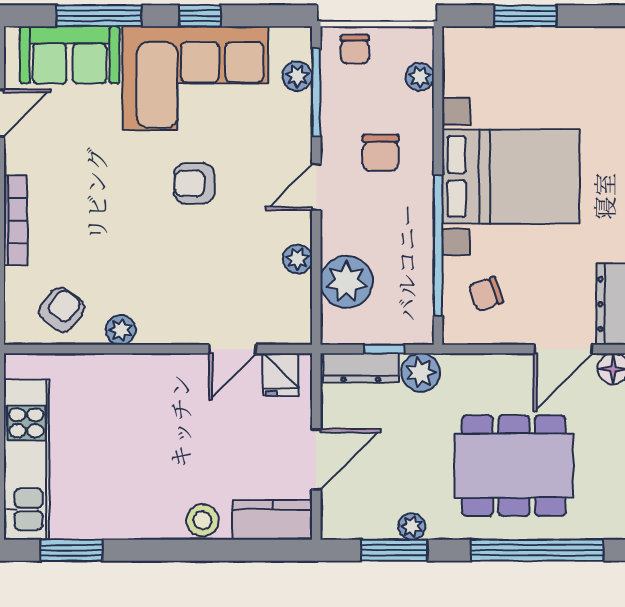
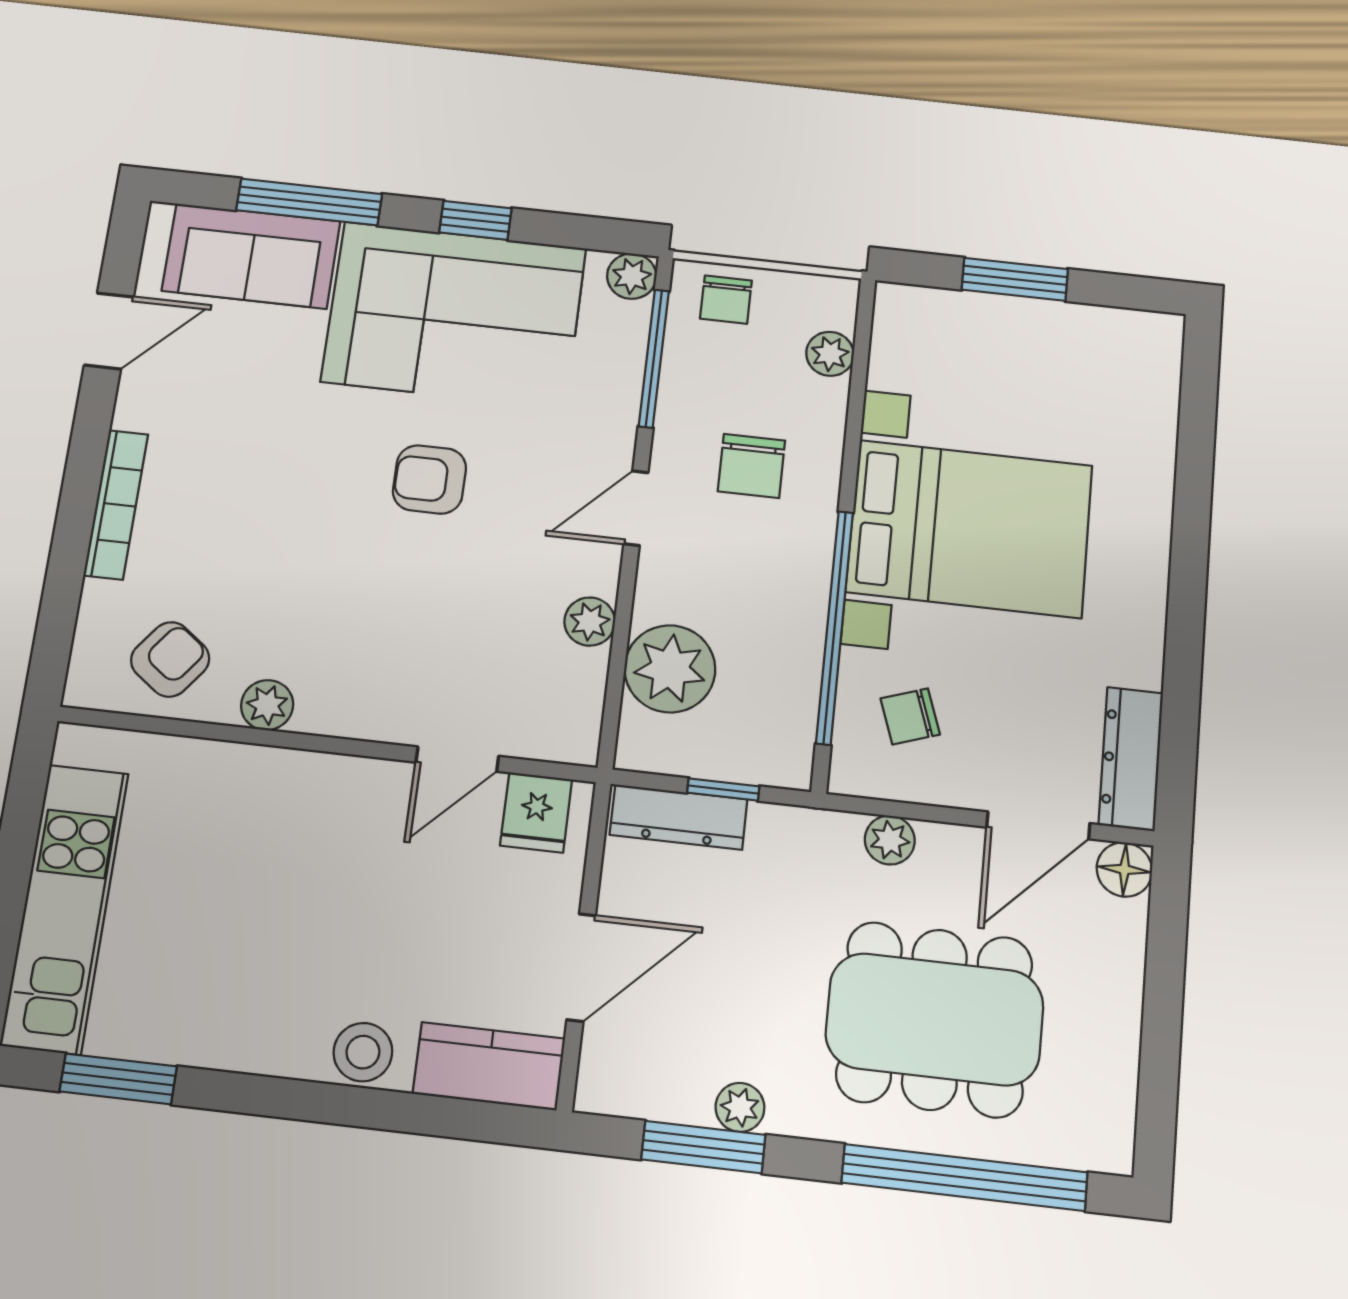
plant: (297, 76) -> (632, 276), moved
plant: (421, 373) -> (890, 840), moved, width x0.73, depth x0.73

